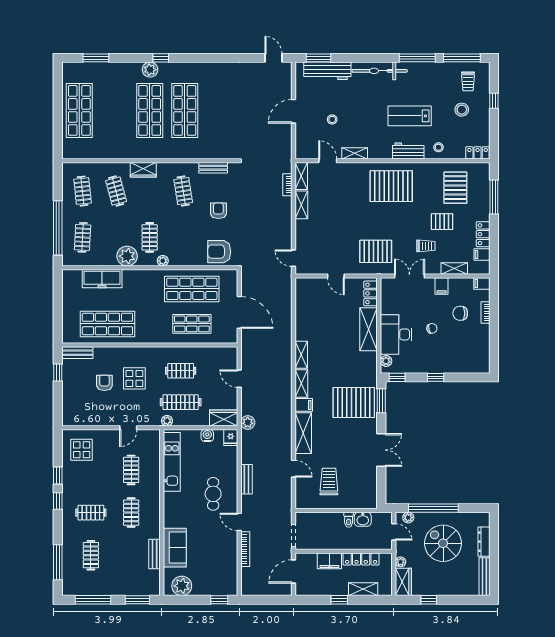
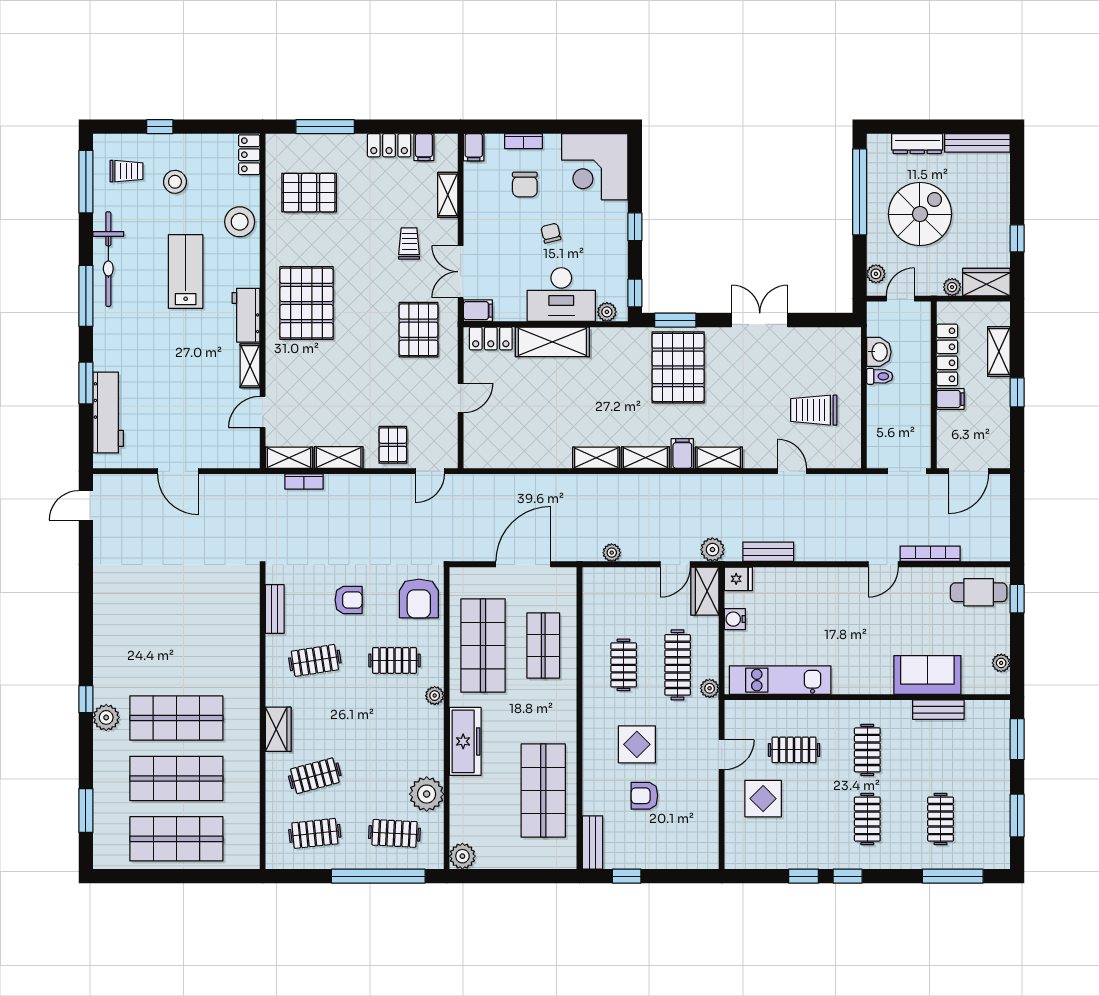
window: (318, 58) -> (86, 383), moved
window: (417, 58) -> (86, 296), moved
bicycle: (380, 71) -> (108, 259), moved
shop shelf: (185, 110) -> (176, 778), moved
lab bench: (410, 116) -> (186, 271), turned 180
stool: (332, 119) -> (192, 404), removed
stool: (439, 147) -> (240, 222), width x1.89, depth x1.89
workbench: (408, 151) -> (246, 315), moved
armchair: (218, 211) -> (349, 600), turned 180
pallet: (442, 222) -> (393, 445), moved
clothes rail: (150, 237) -> (394, 660), moved
plant: (127, 256) -> (427, 794), moved
plant: (69, 277) -> (462, 856), added
freezer: (102, 279) -> (465, 741), moved
filing cabinet: (442, 286) -> (478, 311), moved
corner desk: (470, 354) -> (595, 167), added
plant: (246, 364) -> (612, 553), added
door: (239, 379) -> (675, 564), moved
door: (128, 428) -> (722, 755), hinge flipped
shelving: (303, 433) -> (719, 458), width x0.67, depth x0.75
display table: (82, 450) -> (763, 799), moved
door: (293, 469) -> (792, 471), hinge flipped
bench: (246, 479) -> (768, 552), moved
cafe table: (213, 494) -> (979, 592), moved
window: (433, 508) -> (860, 192), moved
clothes rail: (131, 513) -> (867, 750), turned 90
spiral stairs: (443, 543) -> (920, 214), turned 180
clothes rail: (91, 555) -> (941, 819), turned 90
filing cabinet: (329, 561) -> (950, 399), width x0.50
door: (293, 572) -> (969, 471), hinge flipped
plant: (182, 586) -> (1001, 663), width x0.53, depth x0.53
window: (93, 600) -> (1017, 816), width x0.69

